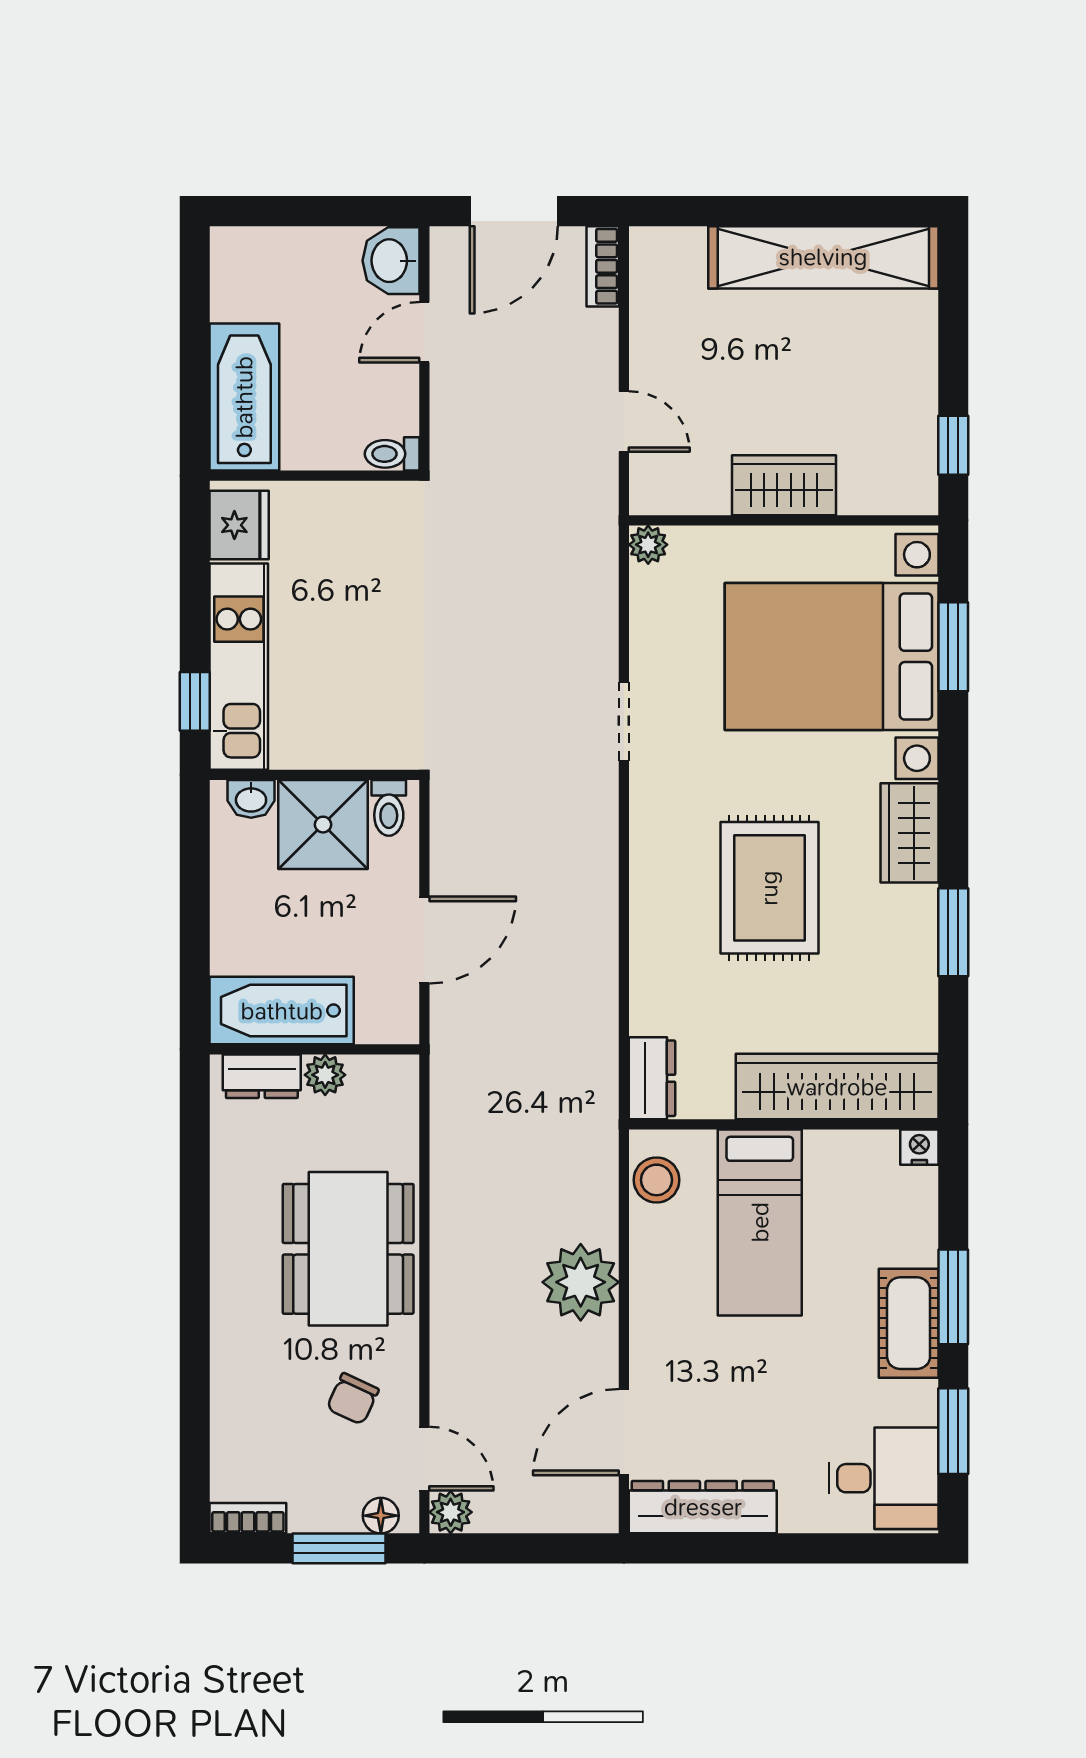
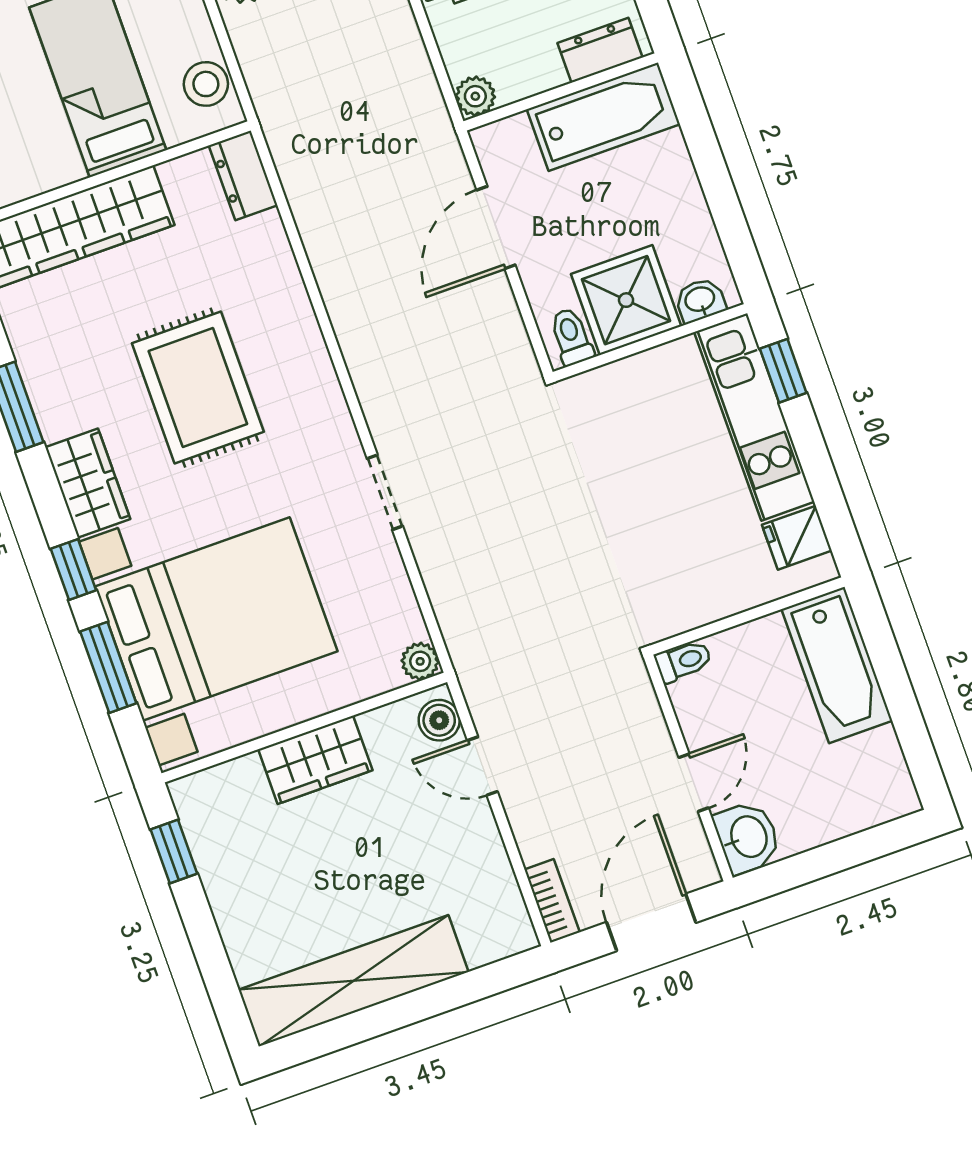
boiler: (650, 481) -> (439, 720), added
fridge: (239, 525) -> (797, 538), width x0.72
window: (953, 754) -> (73, 570), added
plant: (325, 1075) -> (475, 96), moved

